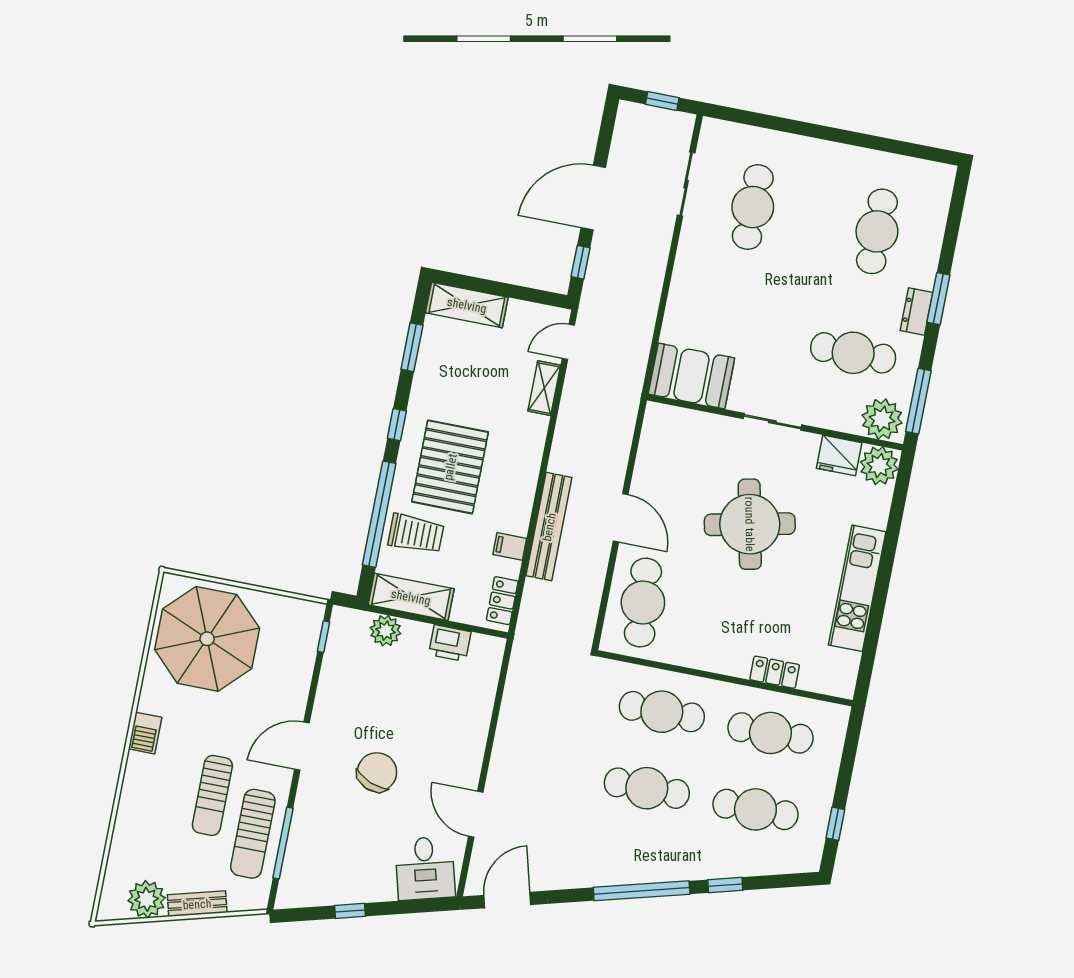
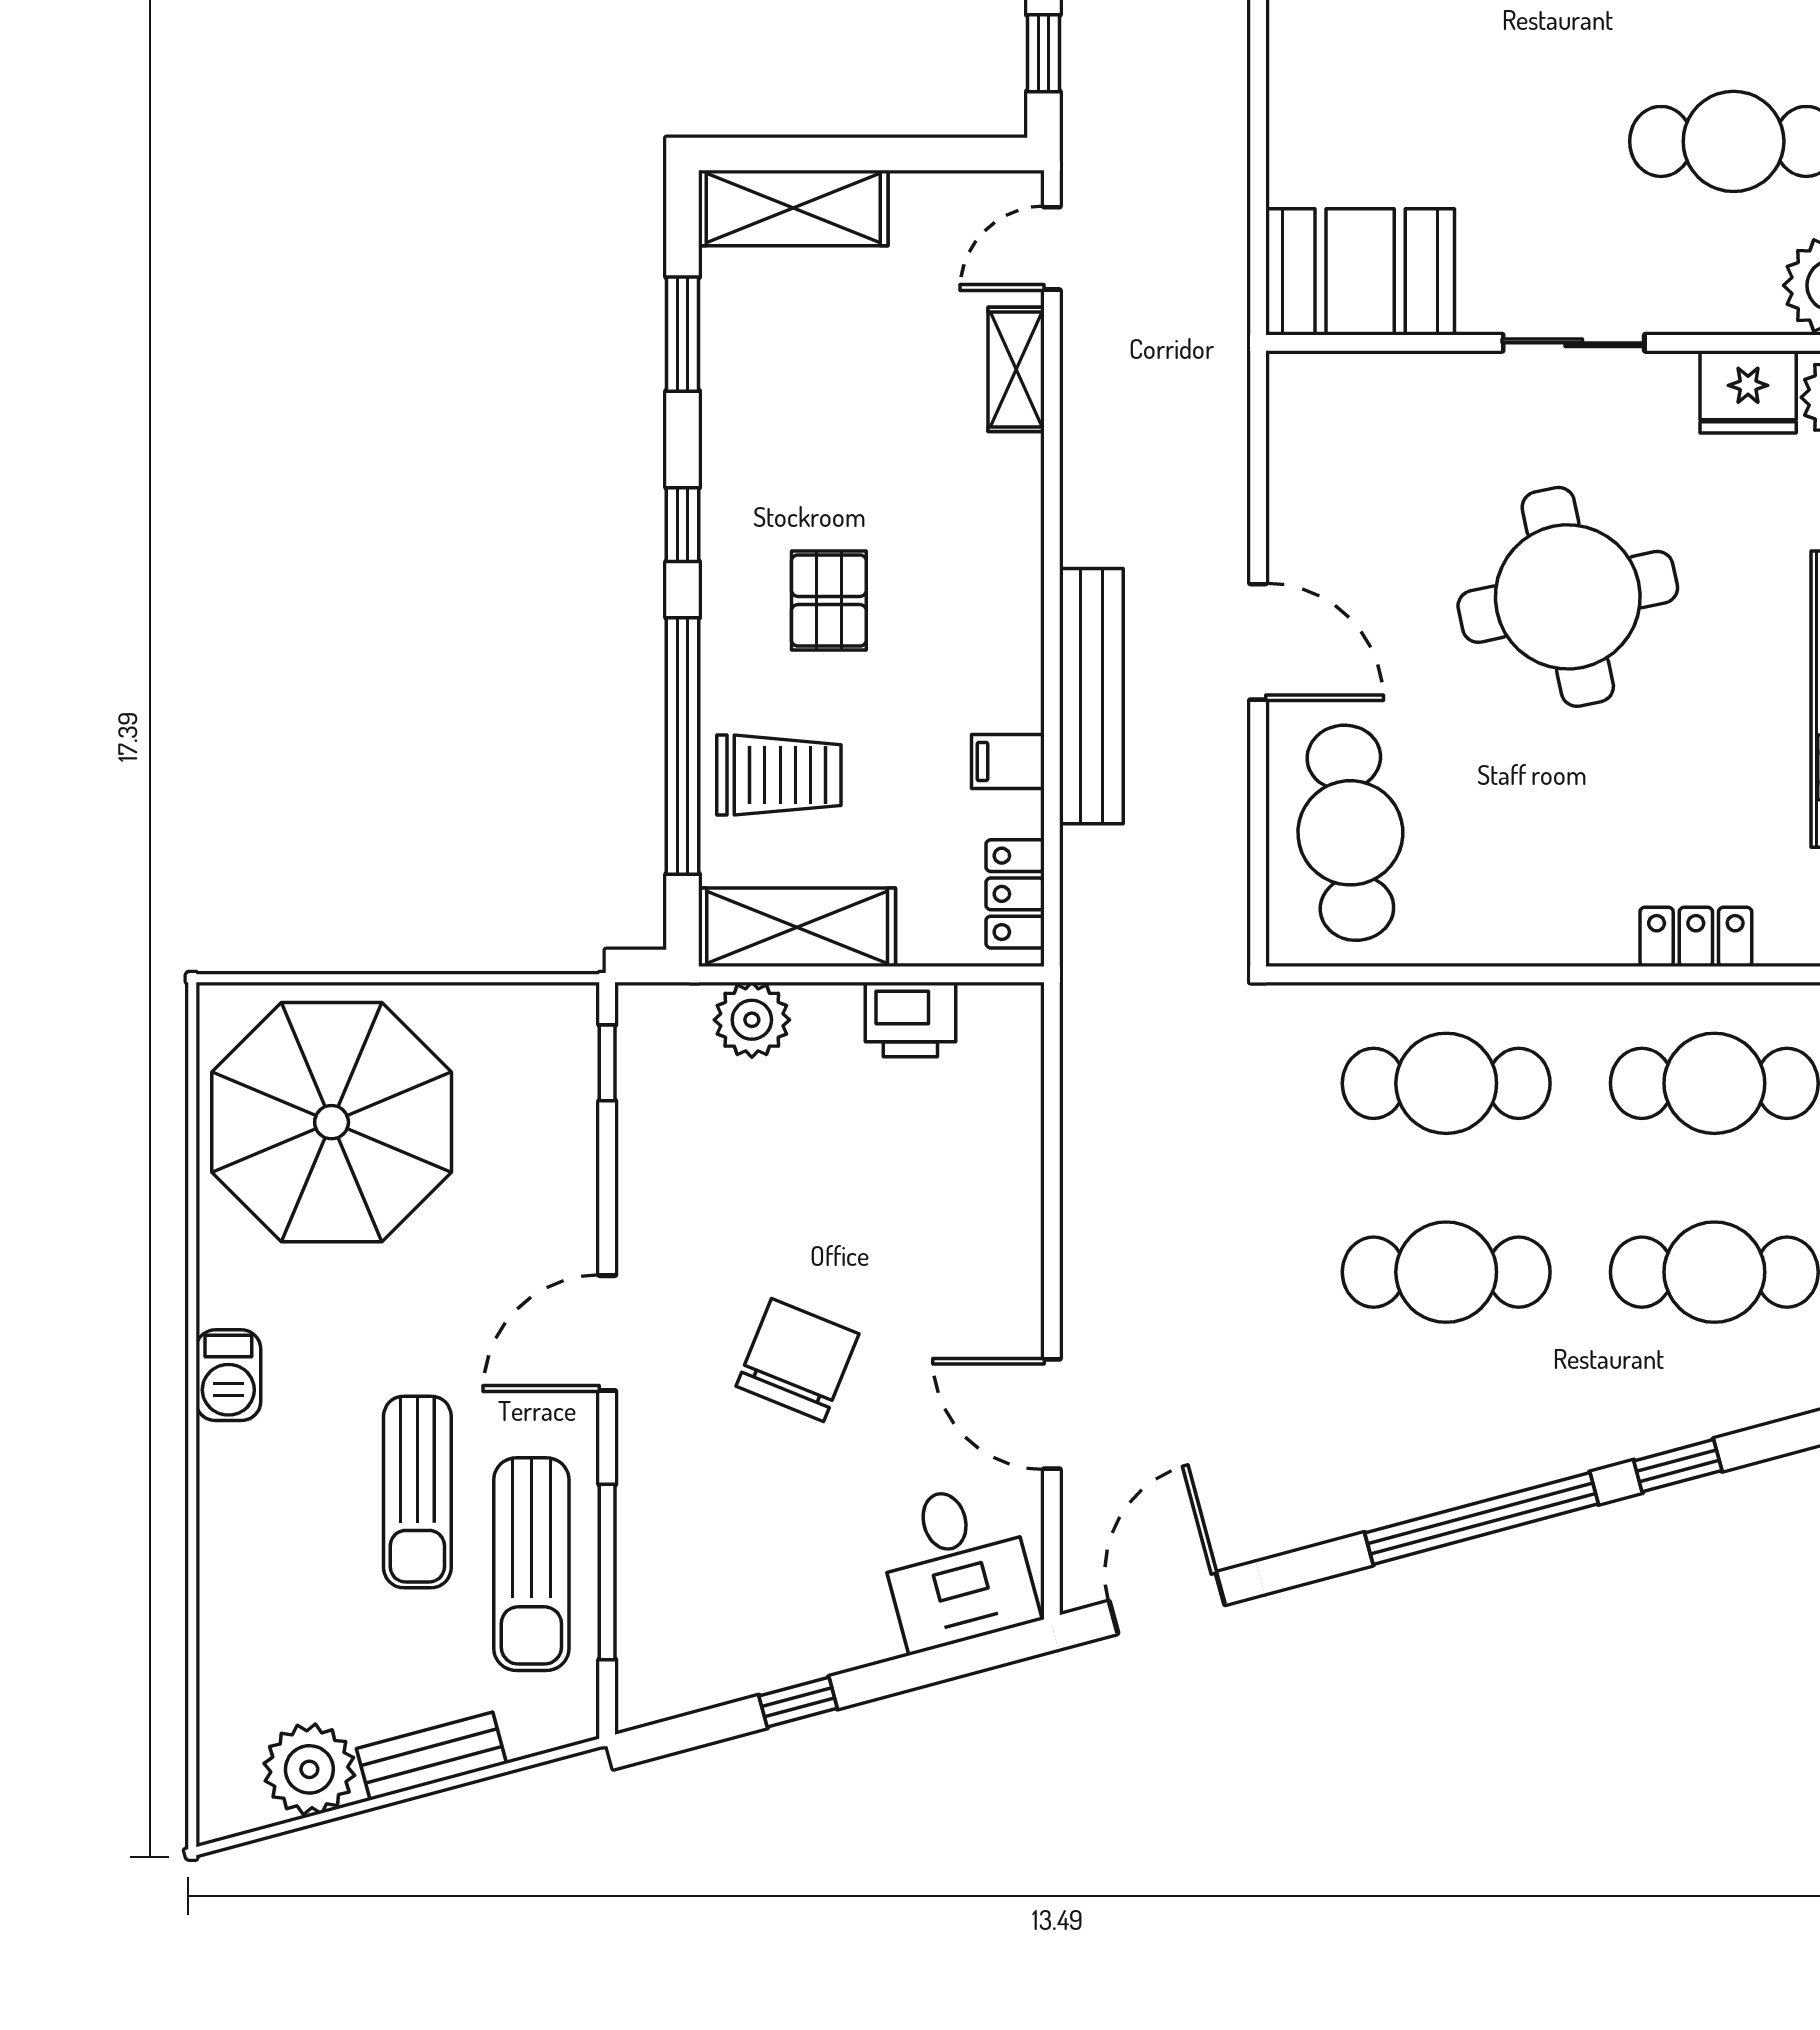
pallet: (450, 467) -> (829, 601), width x0.49, depth x0.50

